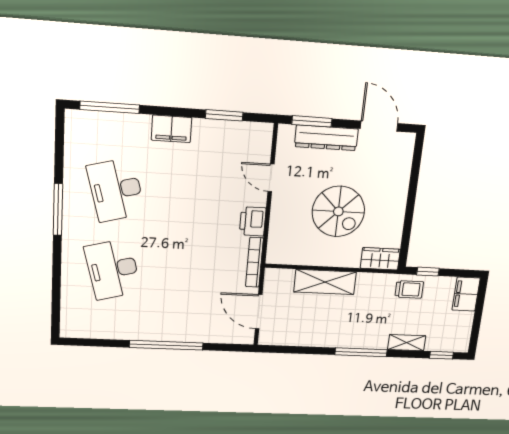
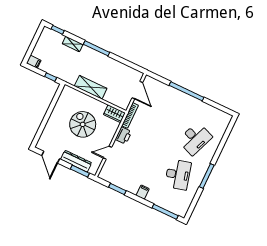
filing cabinet: (171, 129) -> (143, 192), width x0.50
door: (271, 178) -> (108, 153), swing flipped
wardrobe: (380, 259) -> (114, 114), moved
desk: (113, 269) -> (195, 139), turned 36
shelving: (325, 282) -> (91, 87), moved
trolley: (409, 289) -> (62, 72), removed
filing cabinet: (466, 294) -> (34, 62), width x0.50

